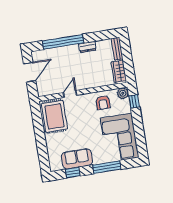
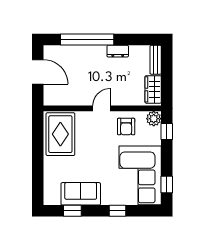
door: (30, 72) -> (38, 72), hinge flipped
door: (70, 94) -> (102, 108), moved
window: (141, 141) -> (167, 184), added
window: (107, 167) -> (117, 211), width x0.46

